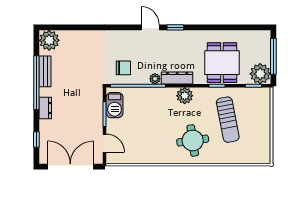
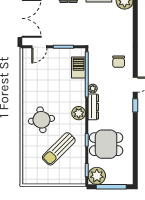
chair: (123, 68) -> (119, 62), moved
barbecue: (115, 105) -> (79, 67), moved, turned 90
sun lounger: (228, 120) -> (59, 149), turned -34

